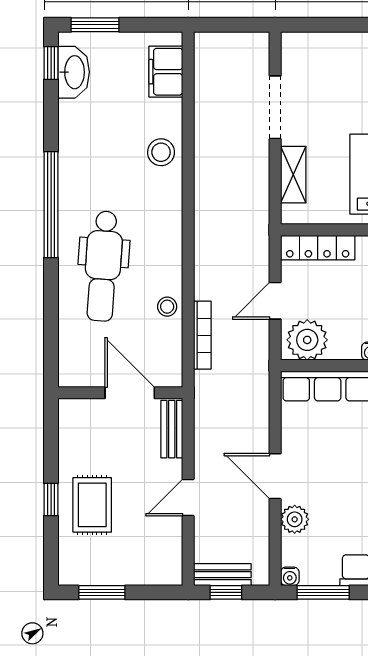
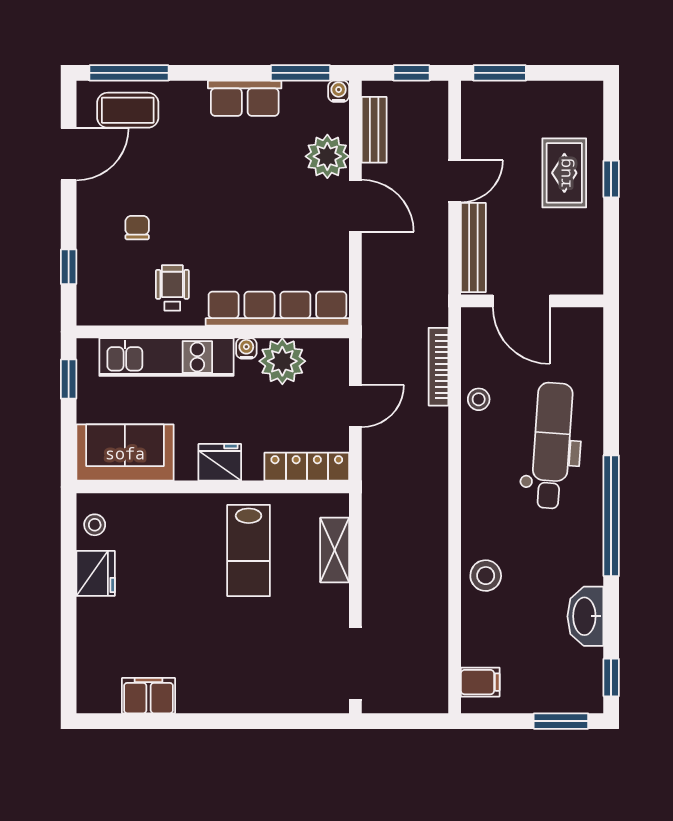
washbasin: (74, 72) -> (585, 616), moved
filing cabinet: (166, 72) -> (480, 682), width x0.50
doorway: (275, 107) -> (355, 664), moved
plant: (307, 340) -> (282, 361), moved
bench: (172, 429) -> (473, 247), width x1.36
plant: (295, 519) -> (327, 156), width x1.36, depth x1.36
bench: (222, 575) -> (374, 130), moved, turned 90
window: (102, 592) -> (500, 73), moved

